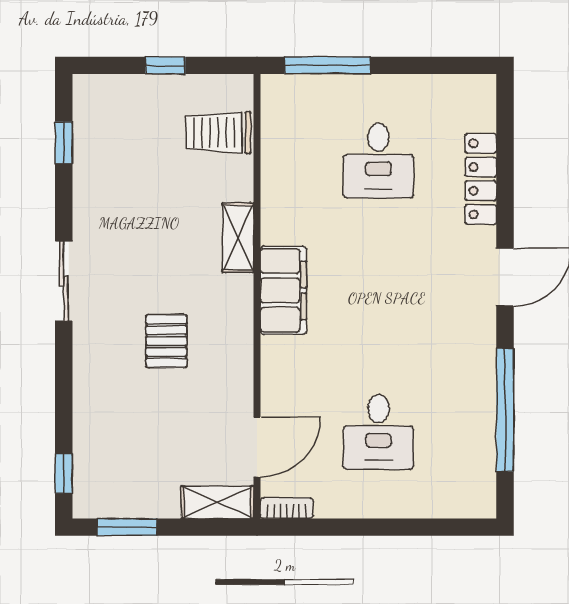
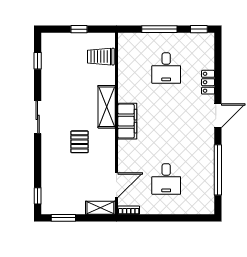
window: (327, 65) -> (159, 29), moved
window: (458, 65) -> (199, 29), added
locker: (481, 179) -> (208, 82), width x0.66
shelving: (238, 238) -> (107, 107), width x1.50, depth x1.33

